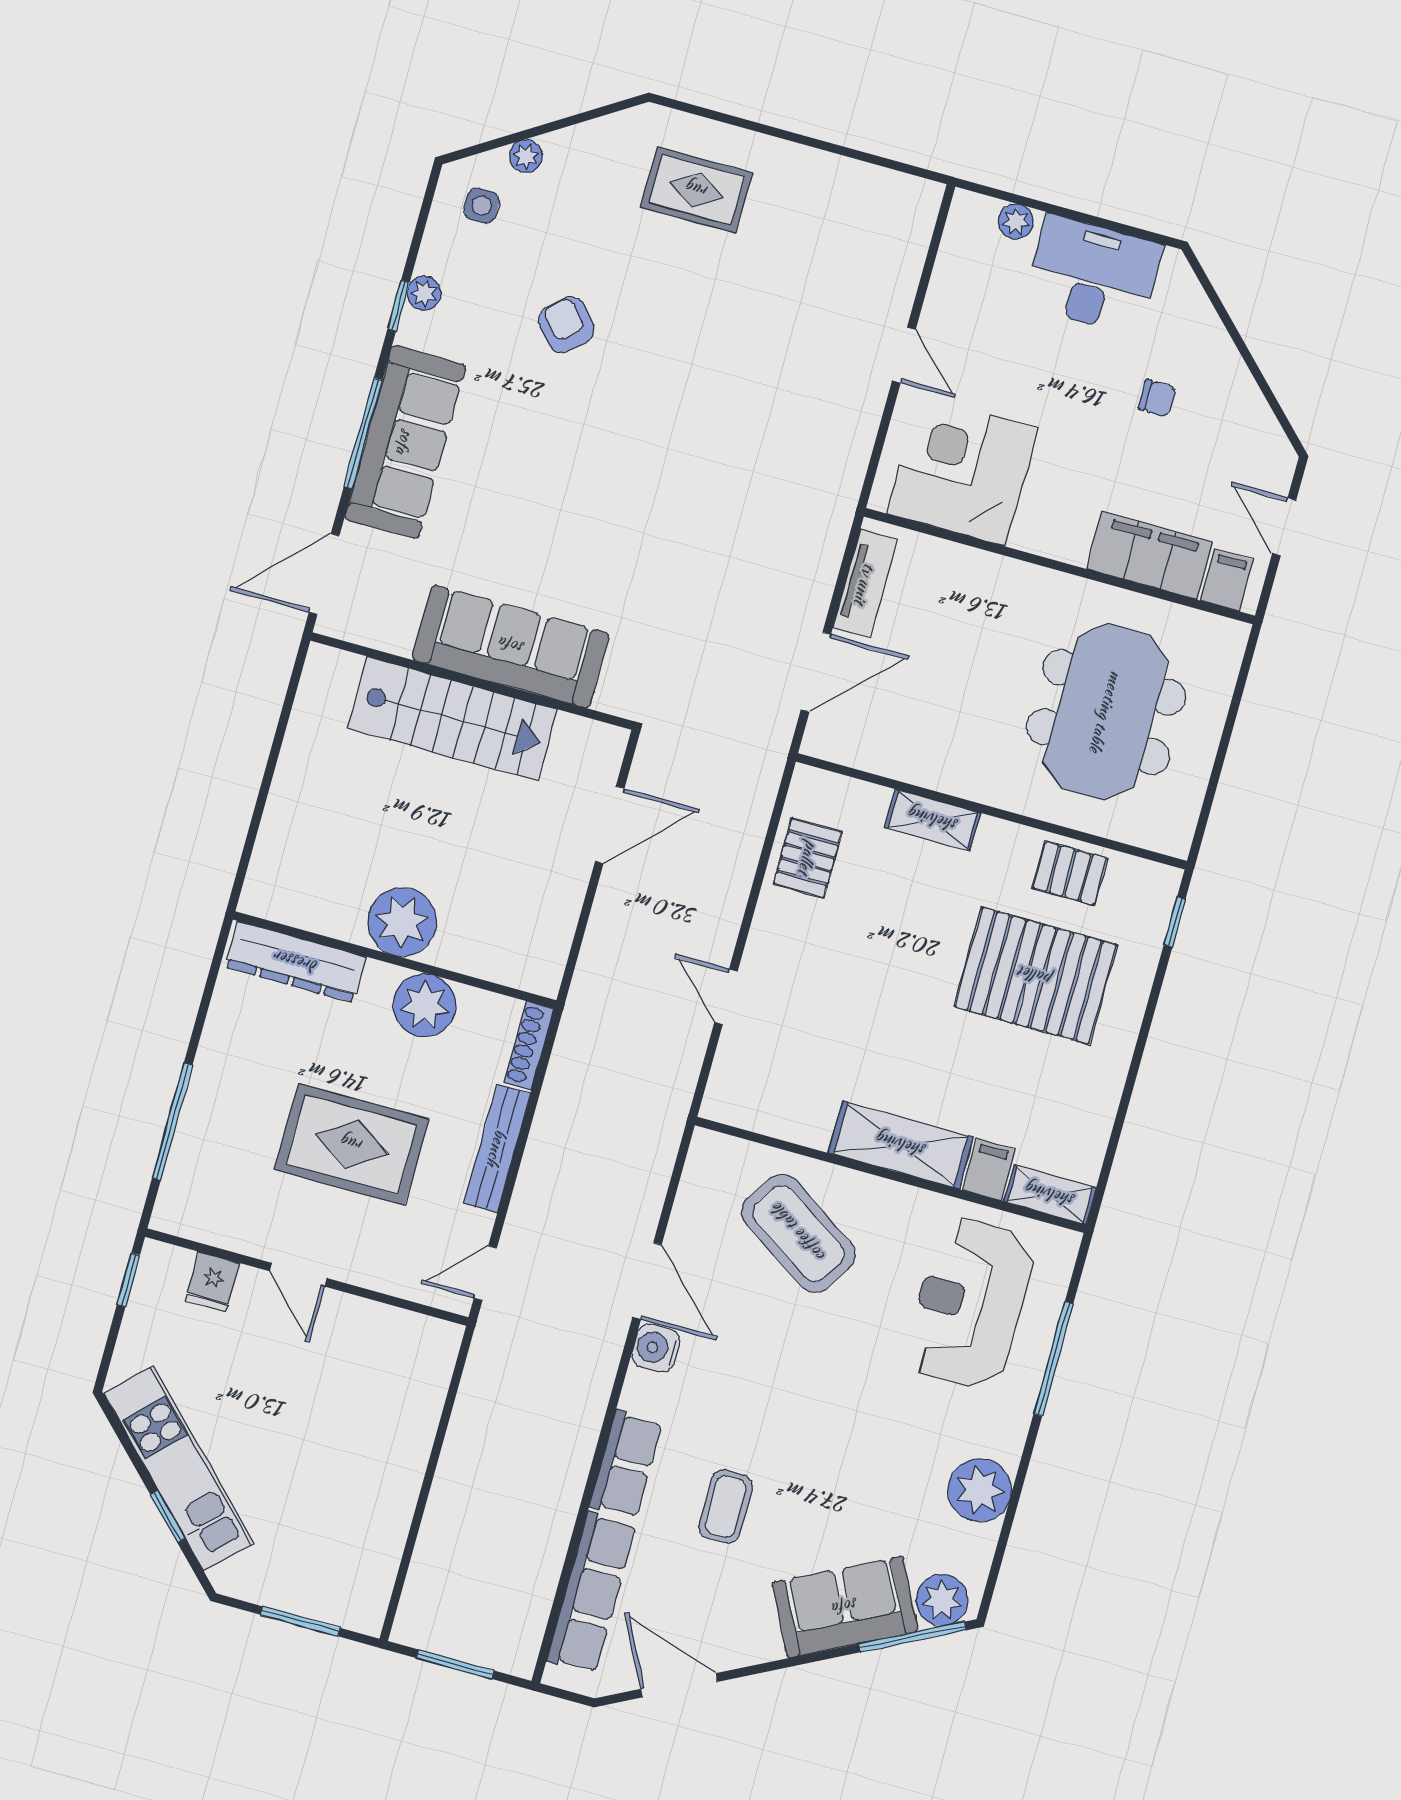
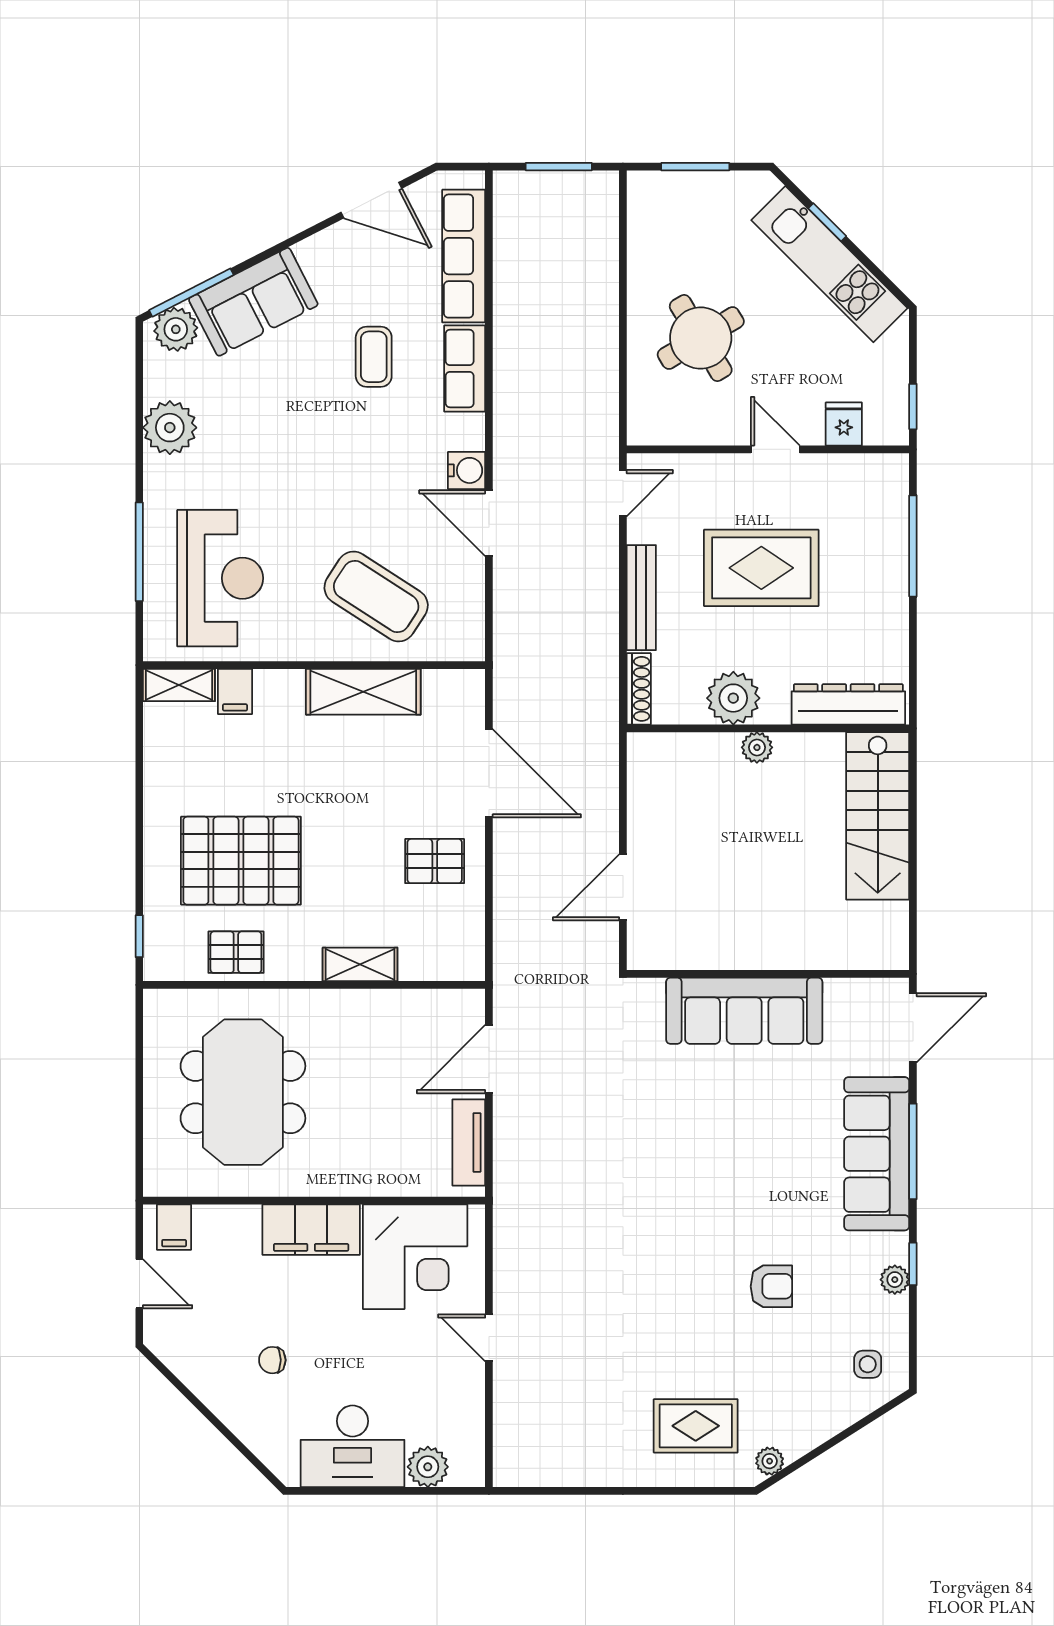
plant: (526, 156) -> (770, 1461), moved
plant: (1016, 222) -> (428, 1467), width x1.38, depth x1.38
armchair: (566, 325) -> (771, 1286), turned -49
filing cabinet: (1150, 556) -> (311, 1230), moved
stairs: (452, 719) -> (878, 816), moved, turned -90
pallet: (808, 858) -> (435, 861), moved, turned 90
plant: (402, 922) -> (757, 747), width x0.53, depth x0.53
door: (726, 997) -> (489, 773), width x1.88
shelving: (901, 1145) -> (363, 692), moved
round table: (348, 1425) -> (701, 338), added

